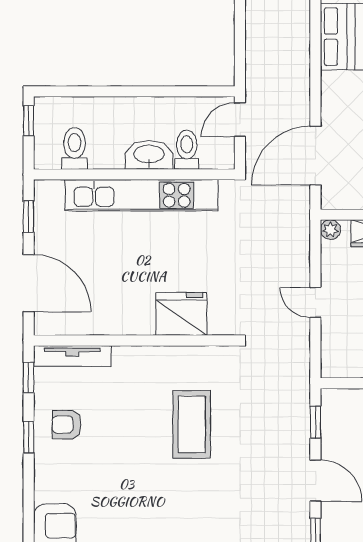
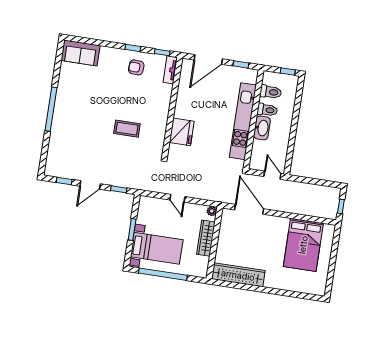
toilet: (187, 150) -> (267, 110), moved
door: (315, 303) -> (177, 198), swing flipped
tv unit: (72, 356) -> (170, 70), width x0.71
coffee table: (192, 424) -> (127, 129), width x0.73, depth x0.76
armchair: (67, 425) -> (136, 67), turned -87

